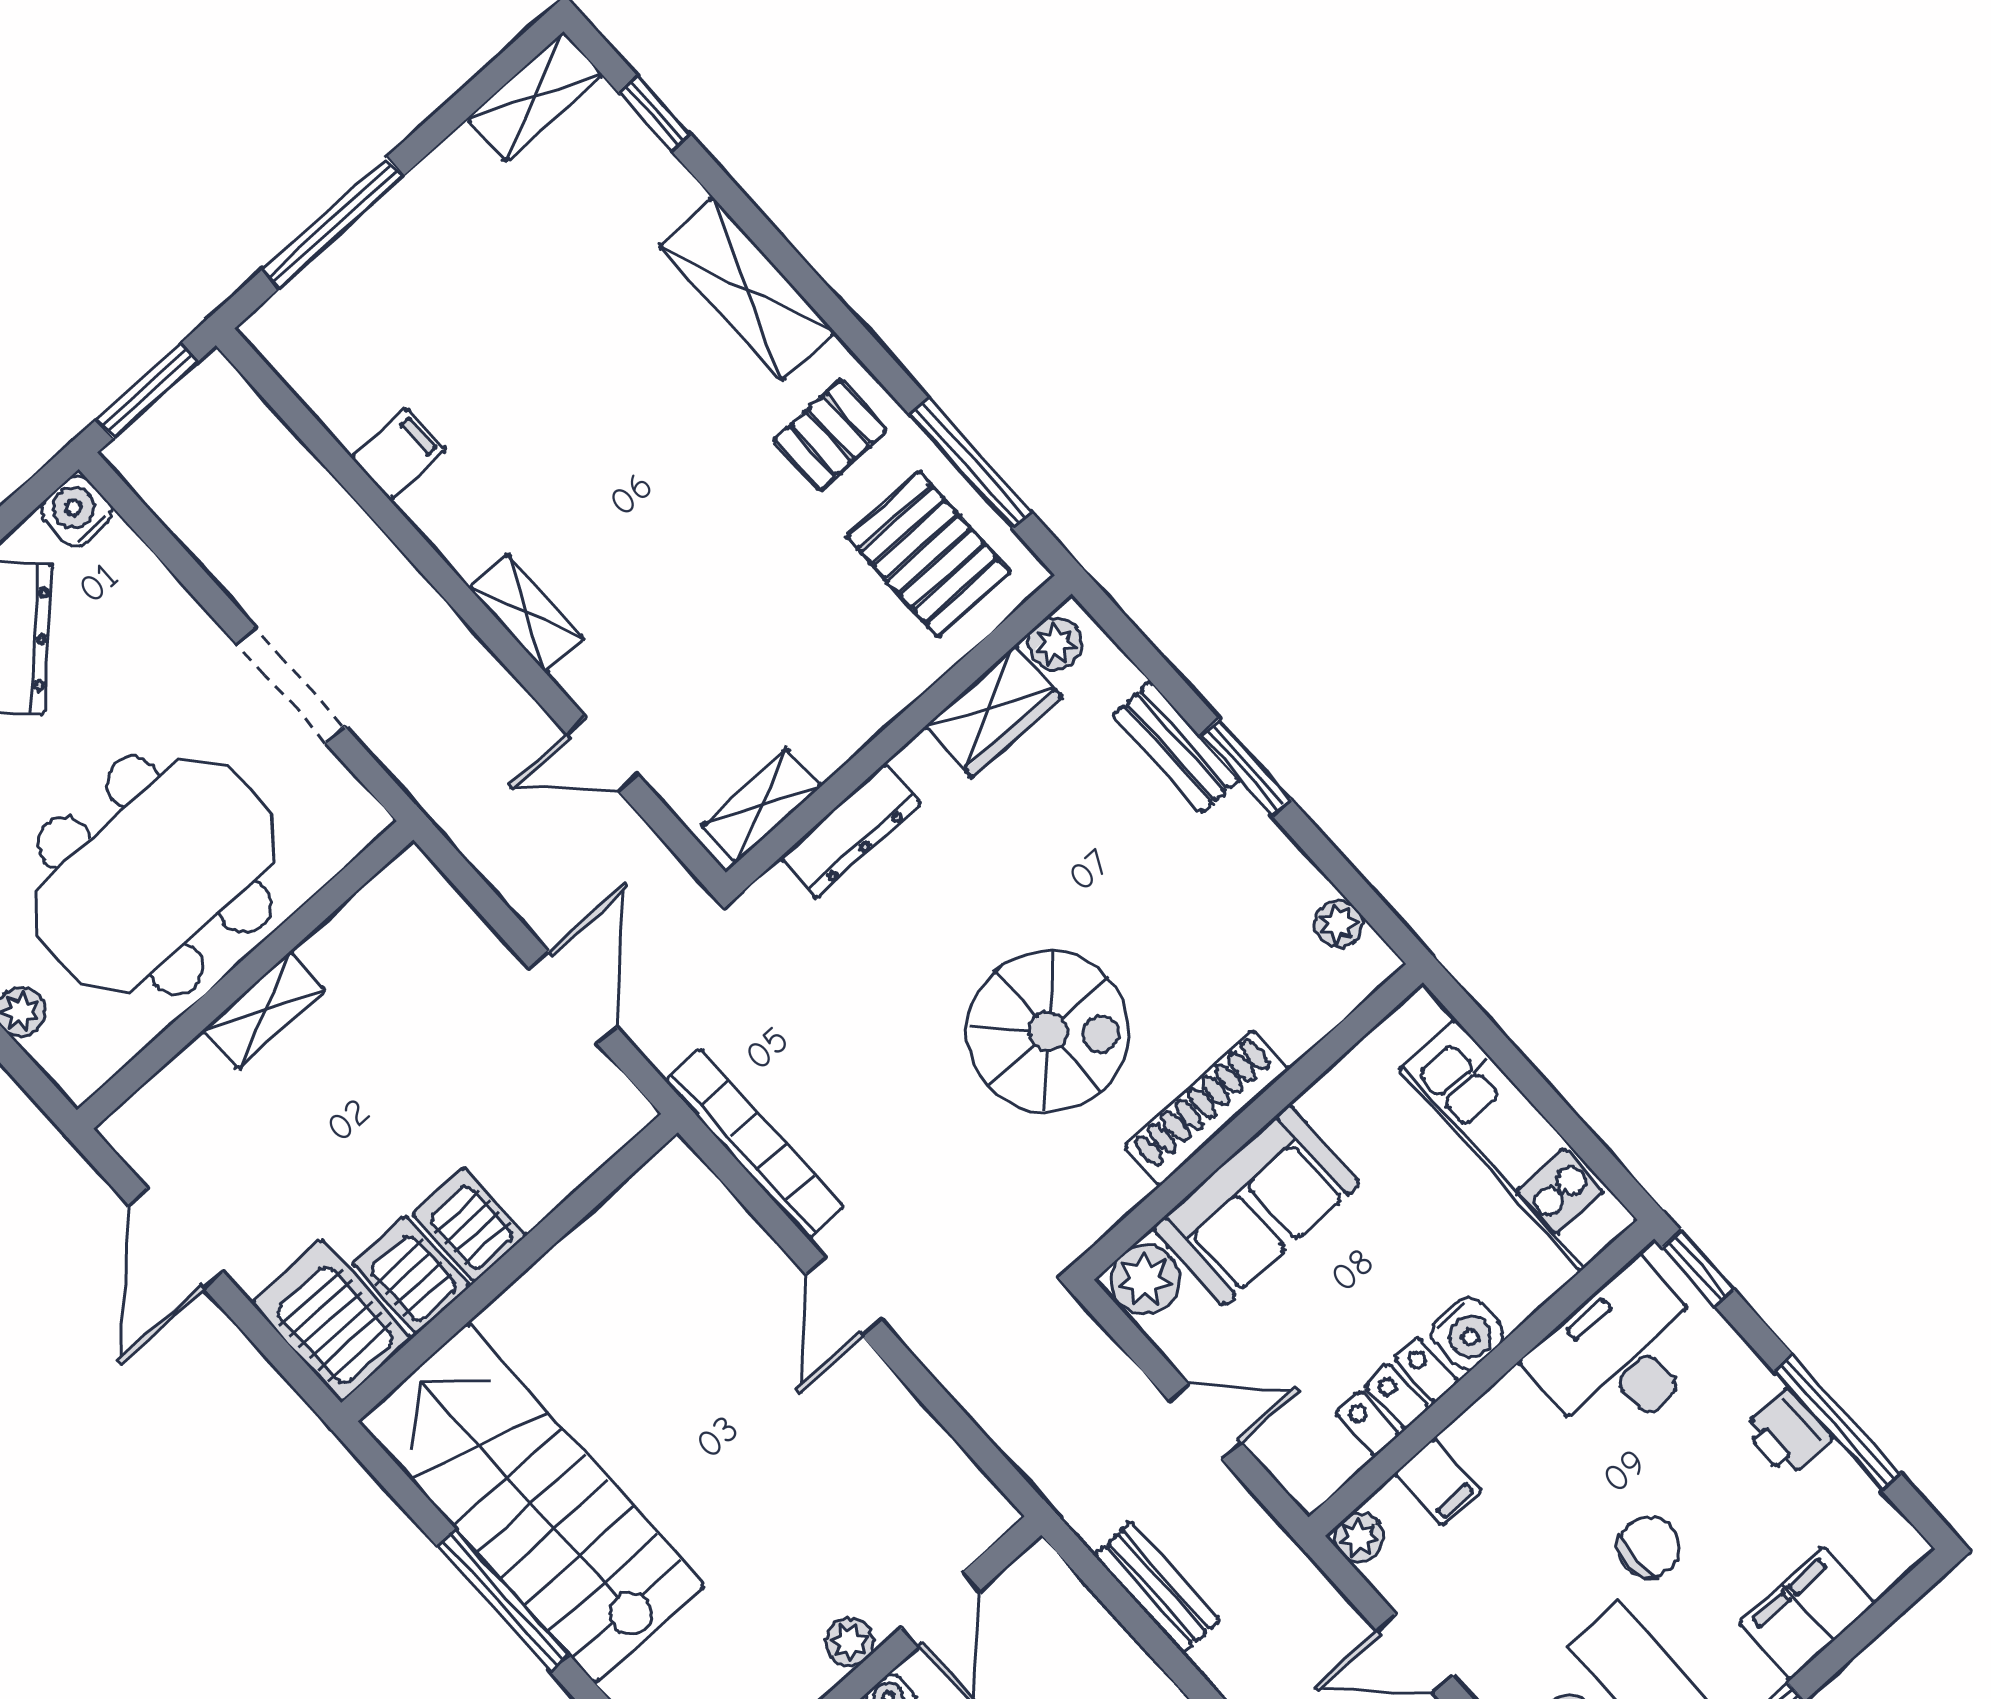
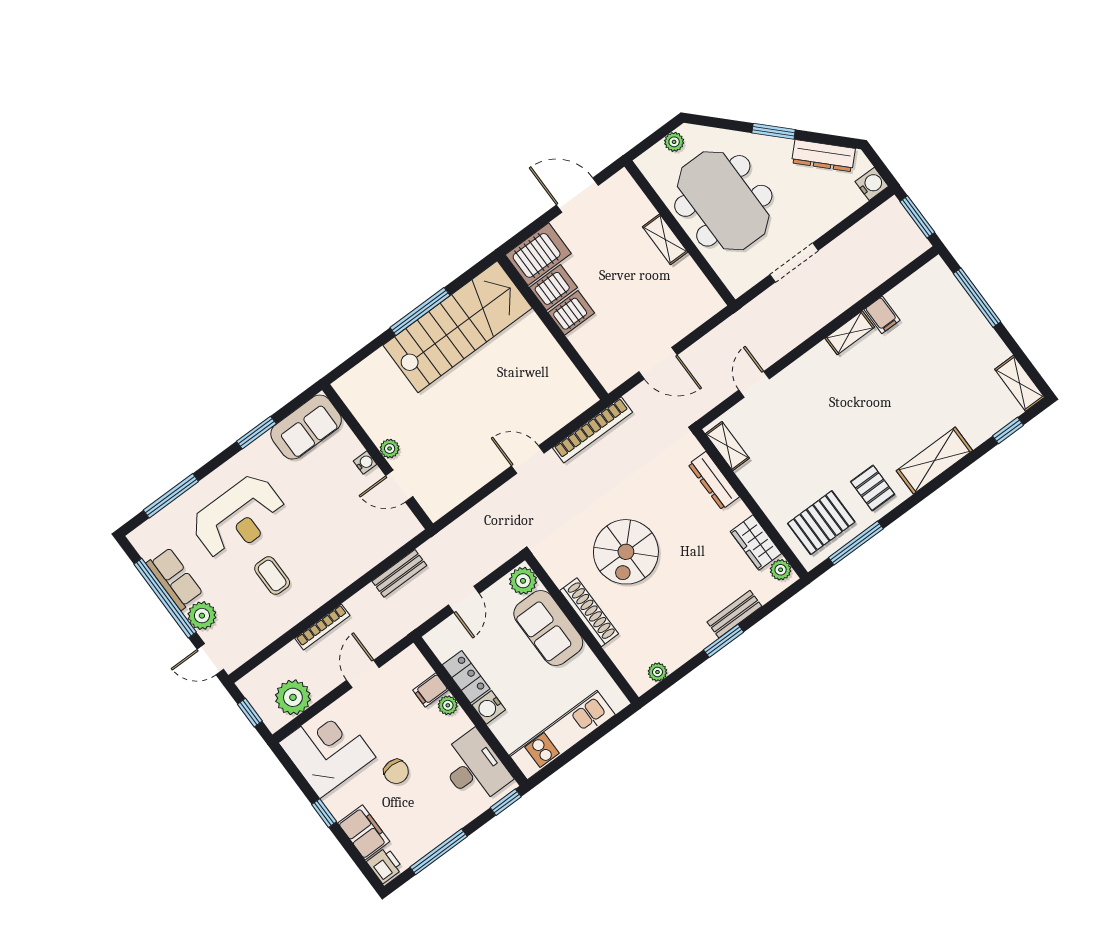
shelving: (527, 614) -> (850, 333), moved
printer: (1787, 1433) -> (385, 865), moved, turned 90
plant: (1359, 1538) -> (448, 705), moved

